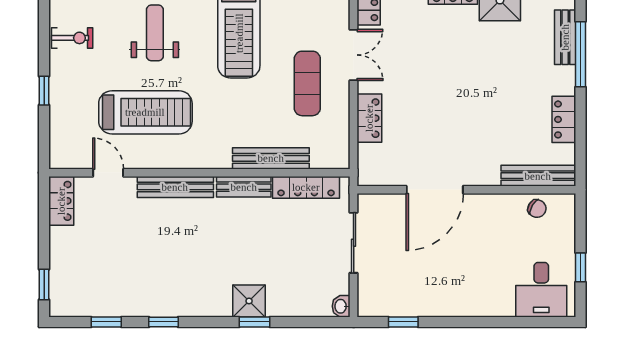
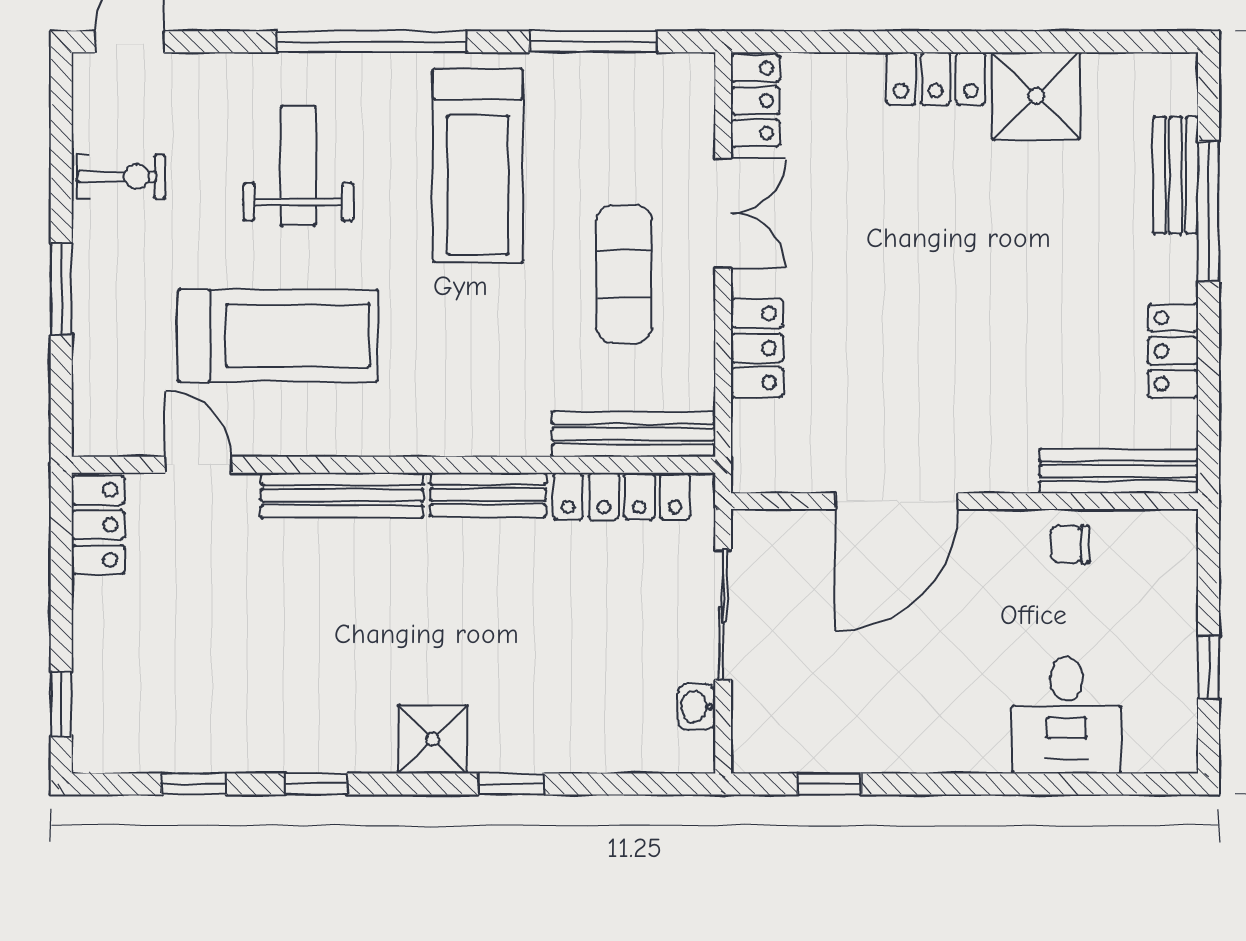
window: (44, 91) -> (61, 289), width x1.50
bench: (271, 158) -> (634, 434), moved
chair: (537, 209) -> (1070, 544), moved, turned 150
desk: (541, 290) -> (1067, 715), moved
shower: (249, 301) -> (433, 739), moved
washbasin: (341, 306) -> (697, 707), moved

